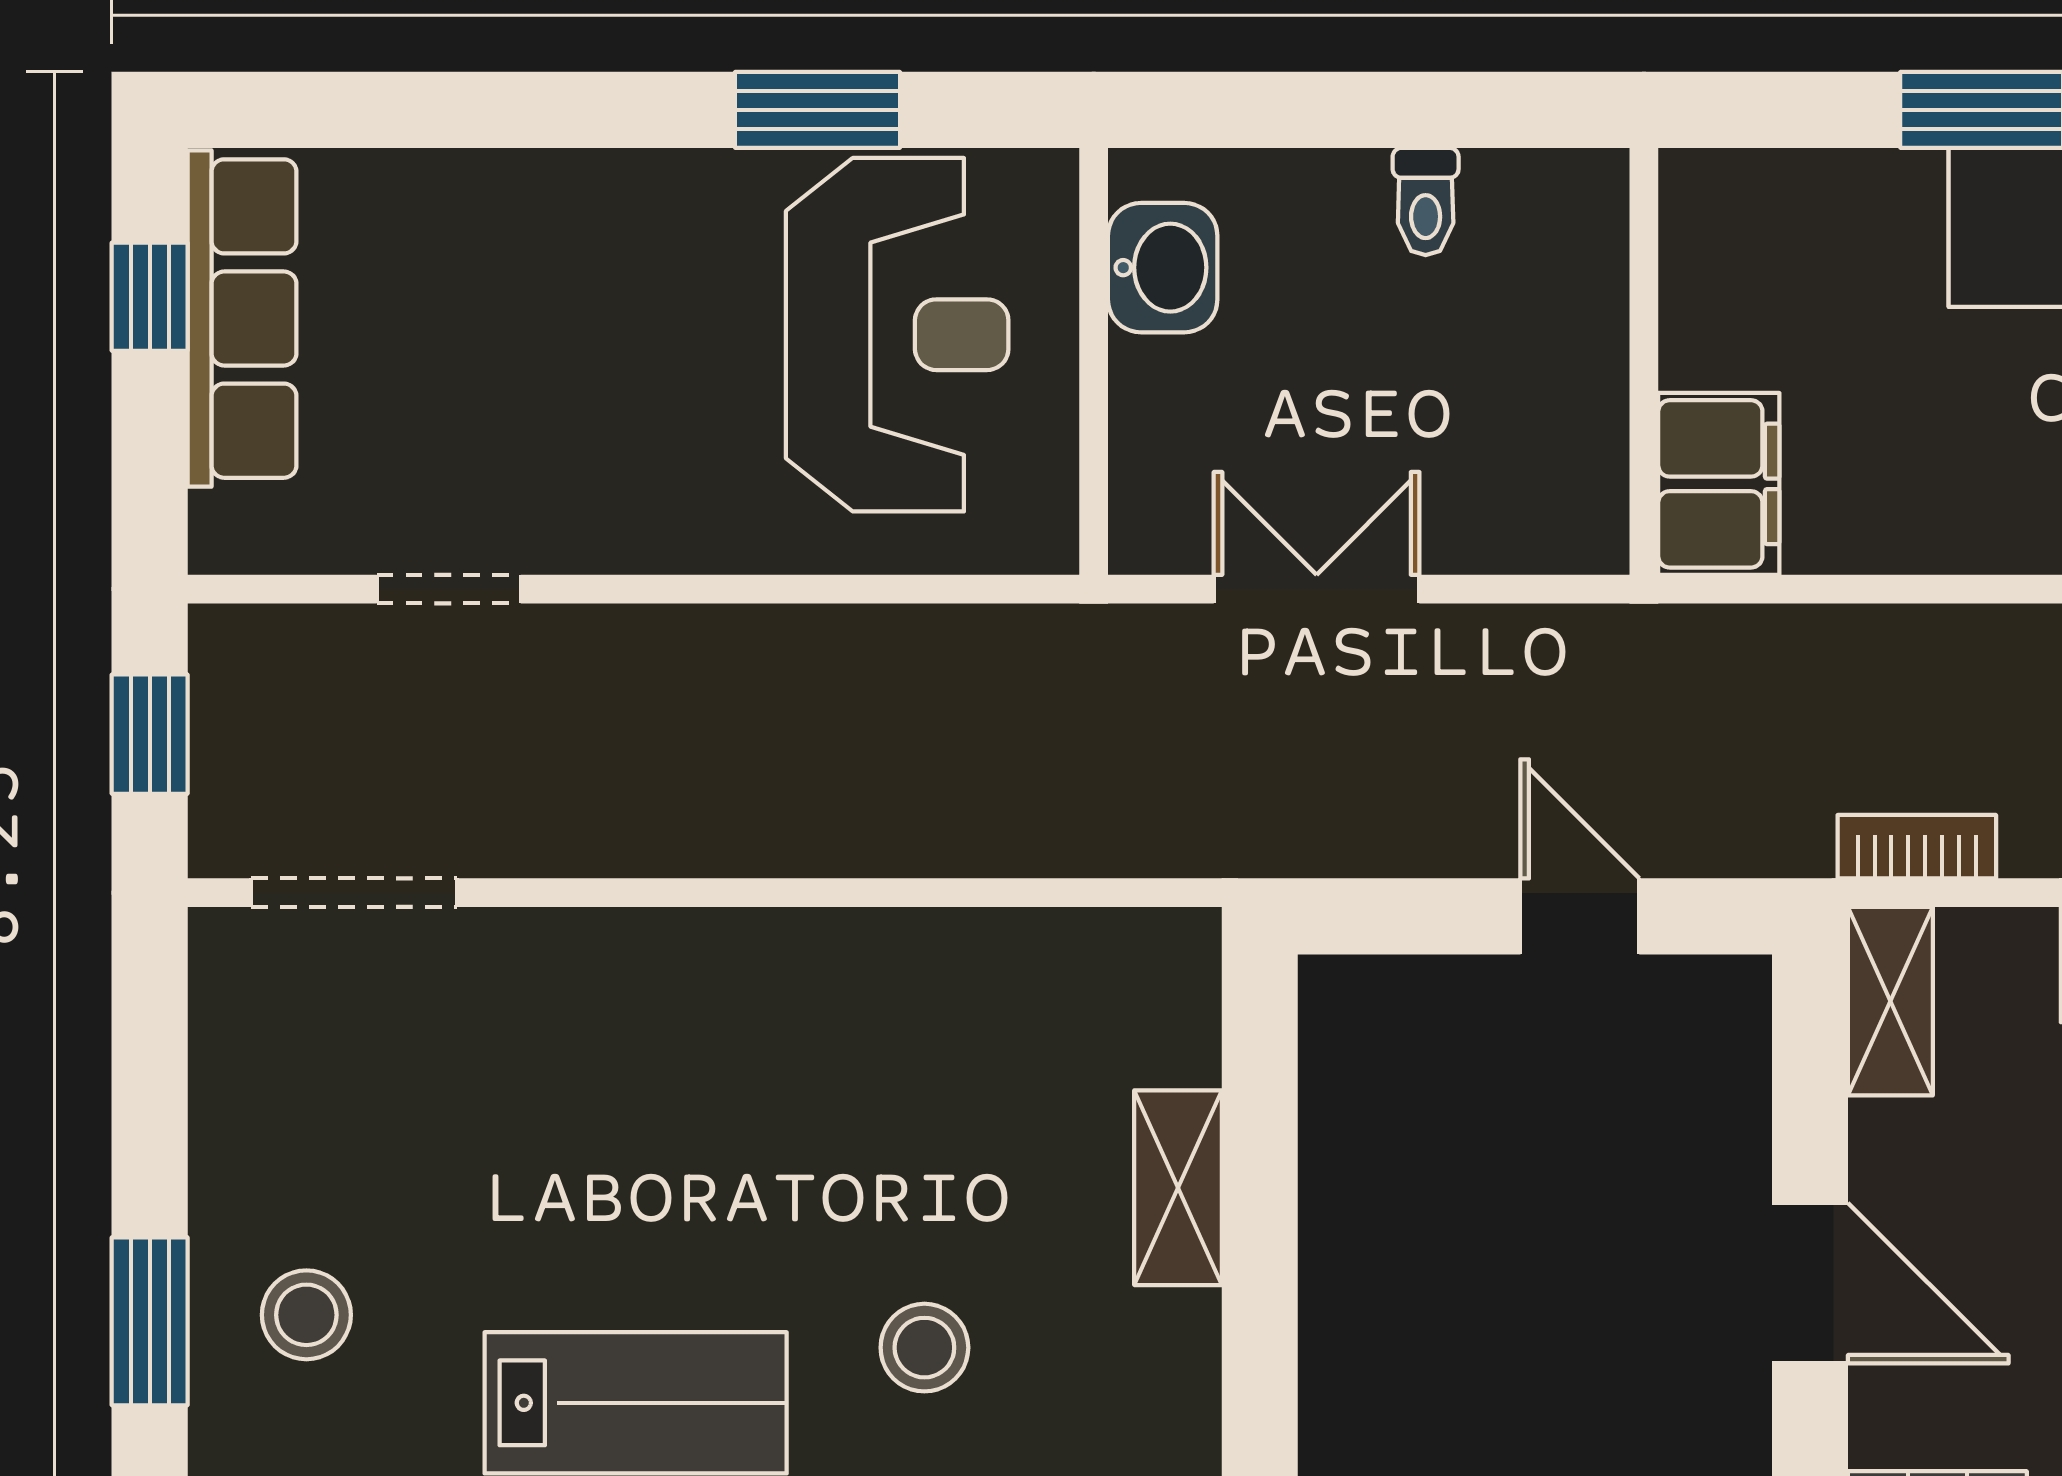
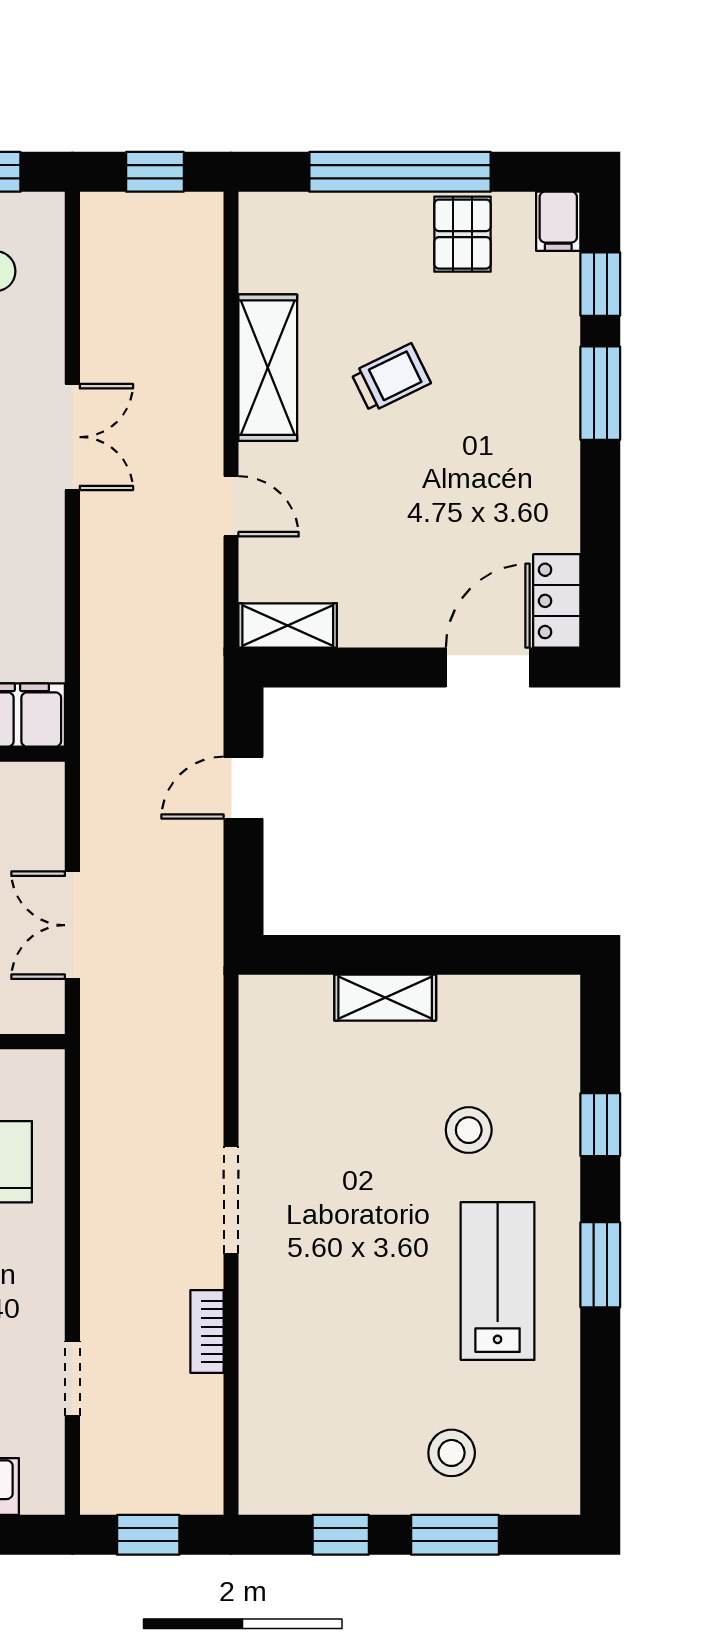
bookcase: (1917, 847) -> (207, 1331), moved
doorway: (354, 893) -> (231, 1200), moved
window: (150, 1103) -> (341, 1535), added
door: (1810, 1283) -> (488, 667), moved

